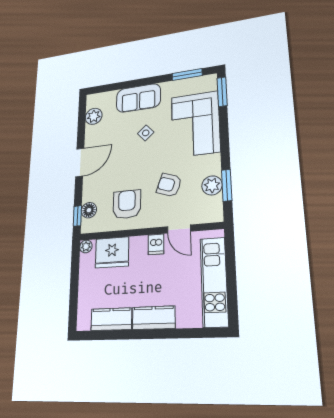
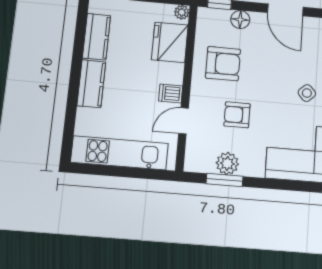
armchair: (169, 185) -> (237, 115), turned -109
floor lamp: (89, 210) -> (240, 20), moved

